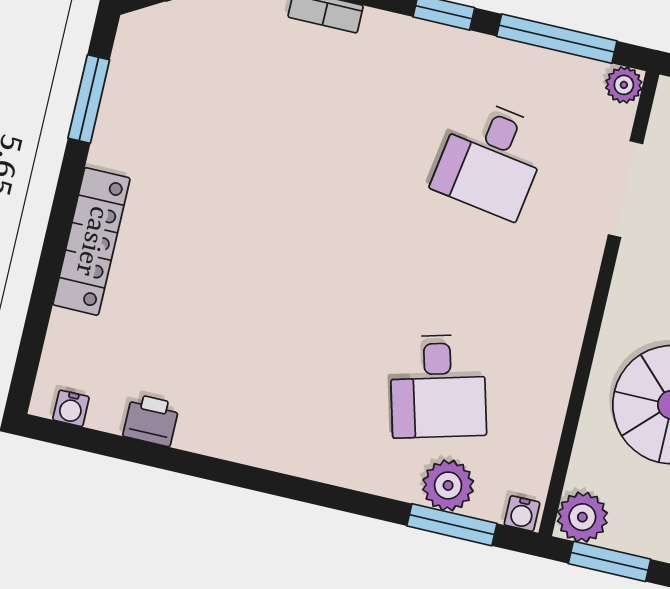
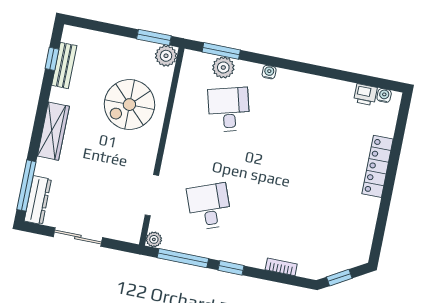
window: (89, 99) -> (380, 227), removed
desk: (491, 159) -> (209, 207), turned -30
printer: (151, 420) -> (365, 95), moved
water cooler: (522, 514) -> (269, 72), moved

